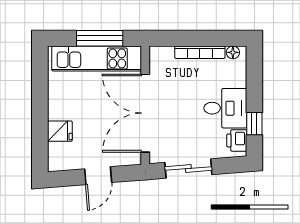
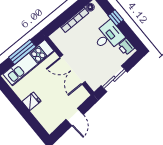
double door: (145, 113) -> (72, 70), width x0.73
window: (254, 124) -> (116, 18), moved
fridge: (60, 131) -> (31, 101), moved

